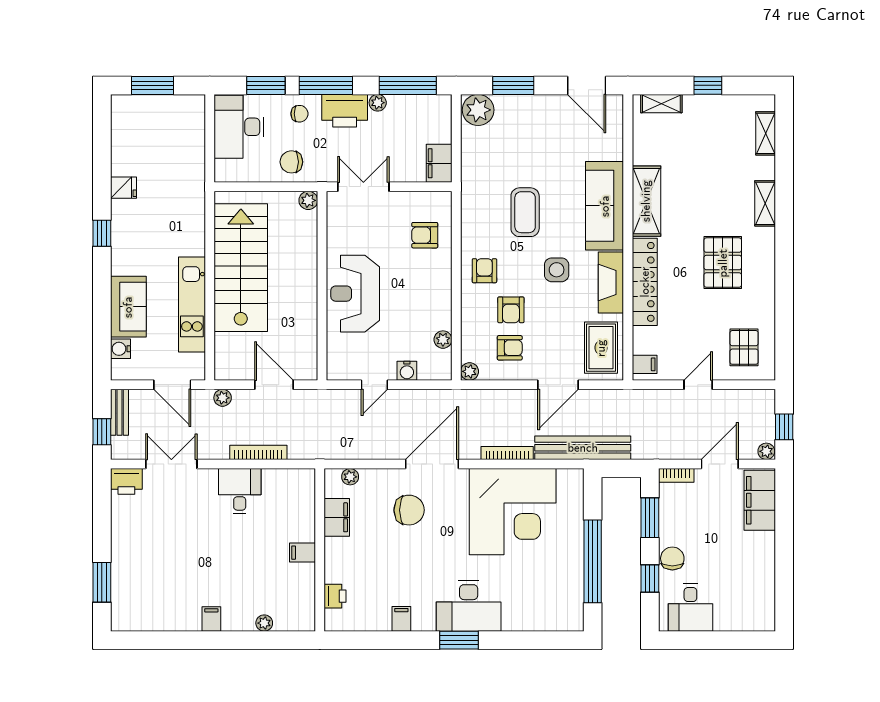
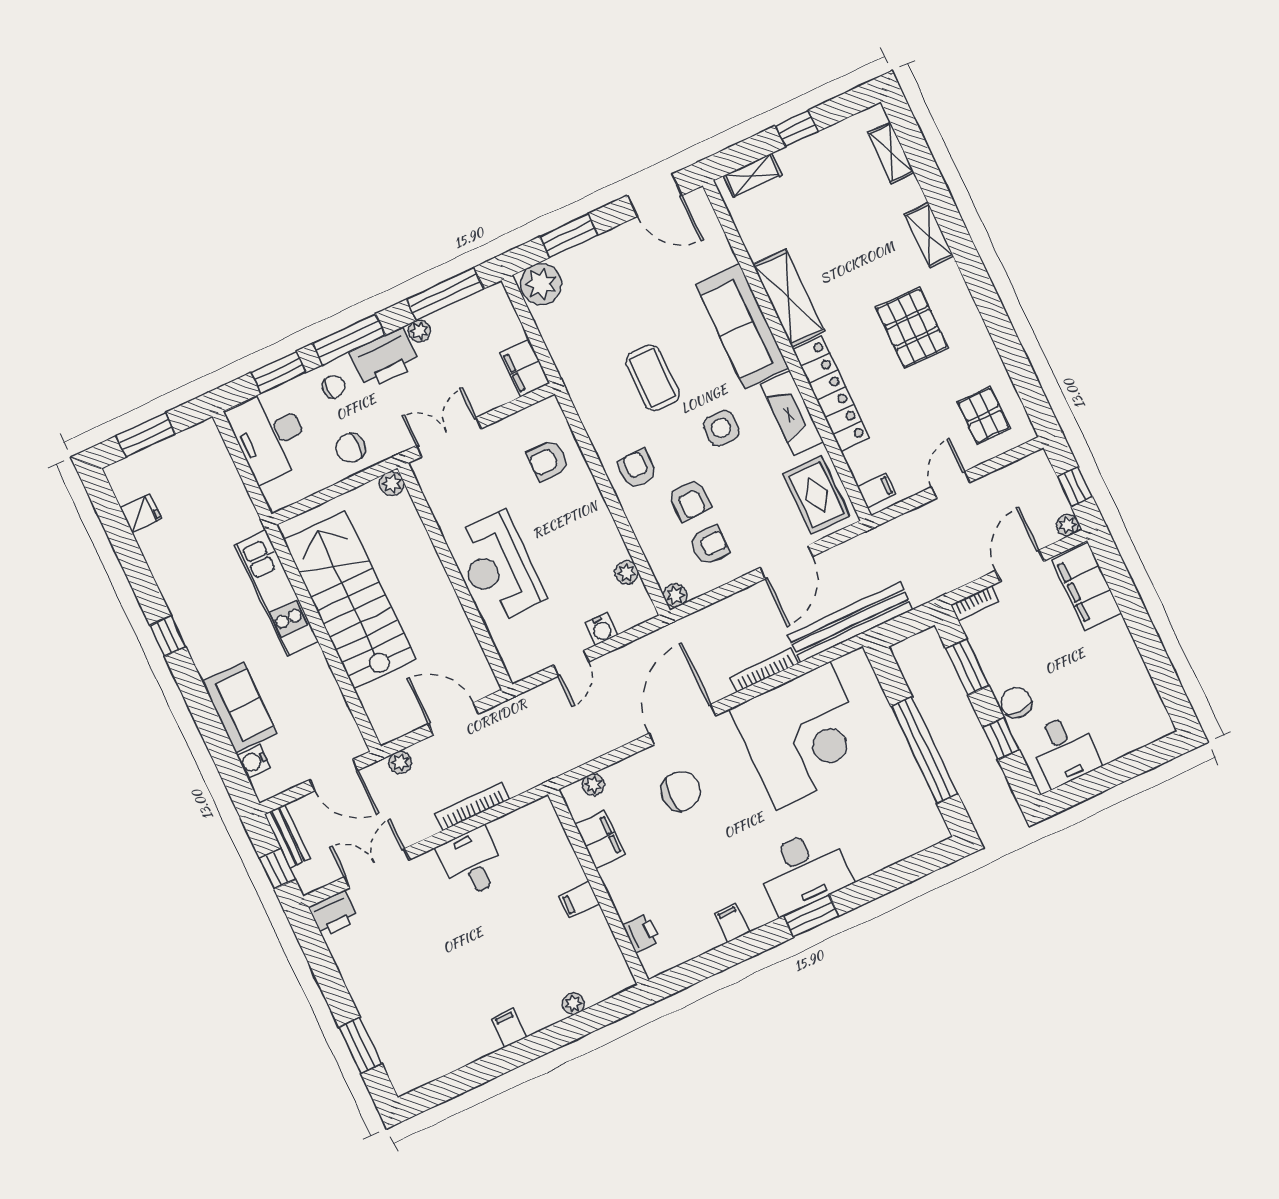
fridge: (123, 188) -> (141, 513), moved
kitchen unit: (192, 305) -> (277, 593), moved

